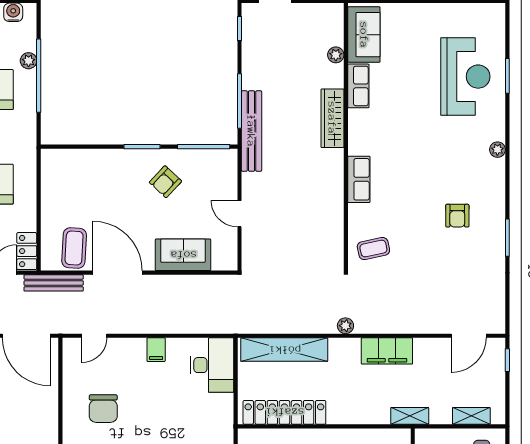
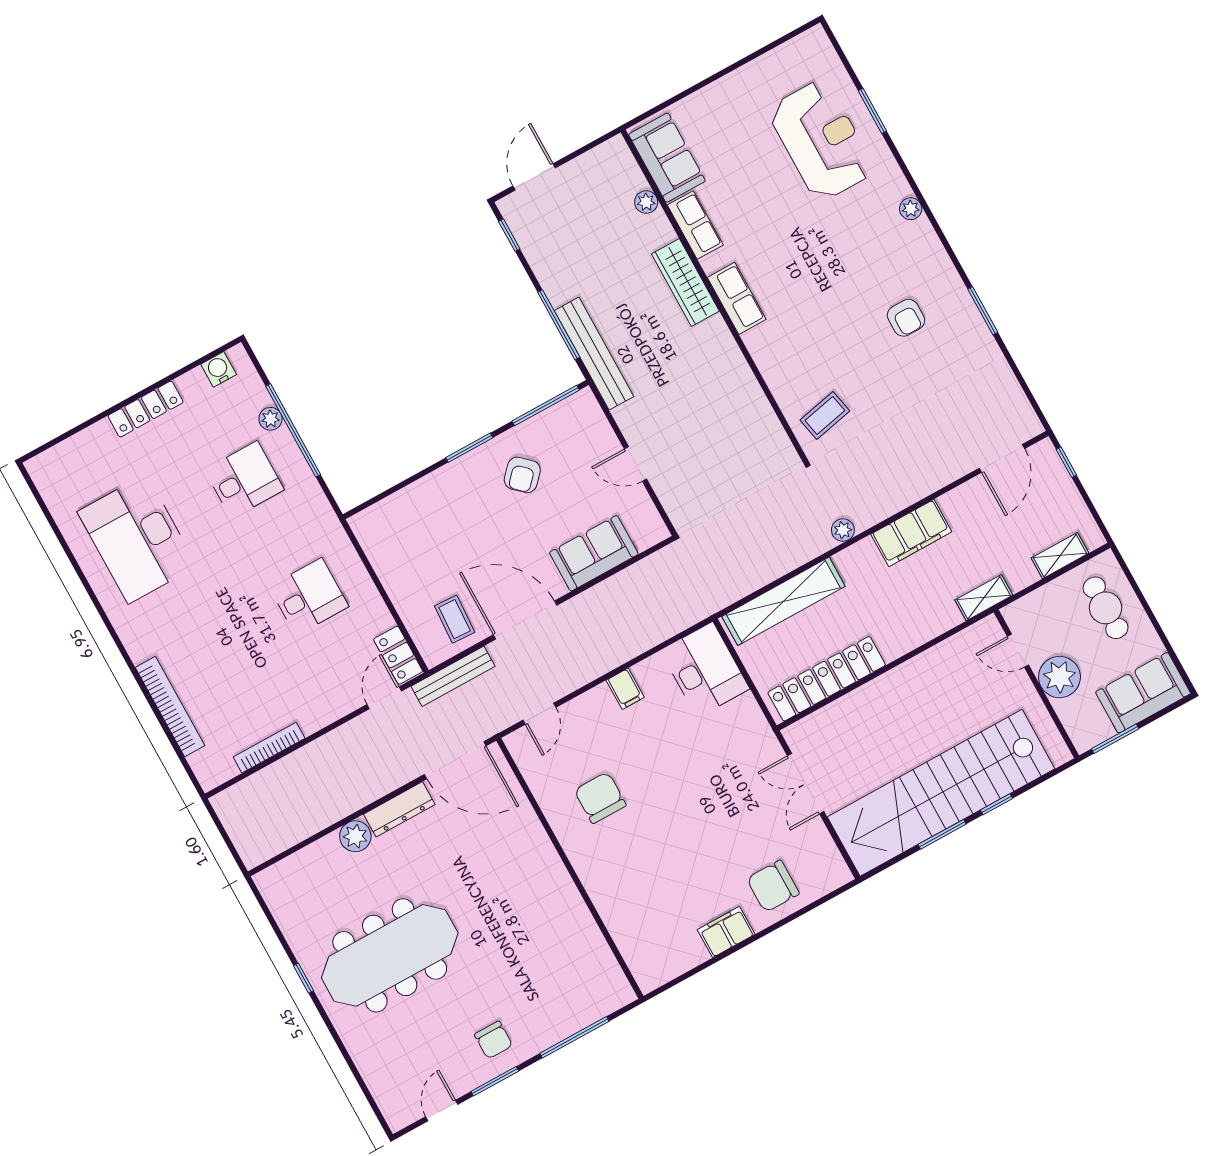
row of seats: (359, 179) -> (737, 298), moved
coffee table: (74, 248) -> (455, 619), width x0.73, depth x0.77
chair: (103, 409) -> (600, 798), turned 180

